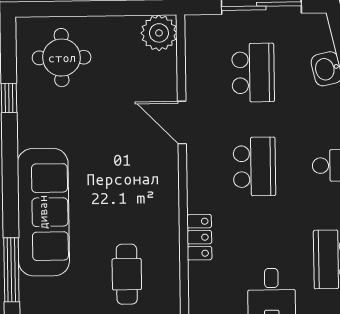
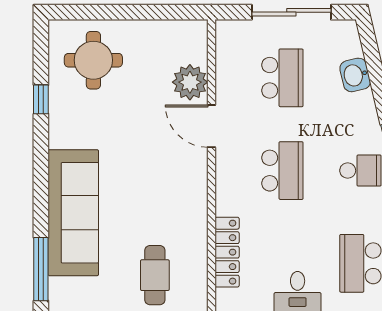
plant: (159, 33) -> (190, 82), moved
locker: (199, 237) -> (227, 252), width x1.53

